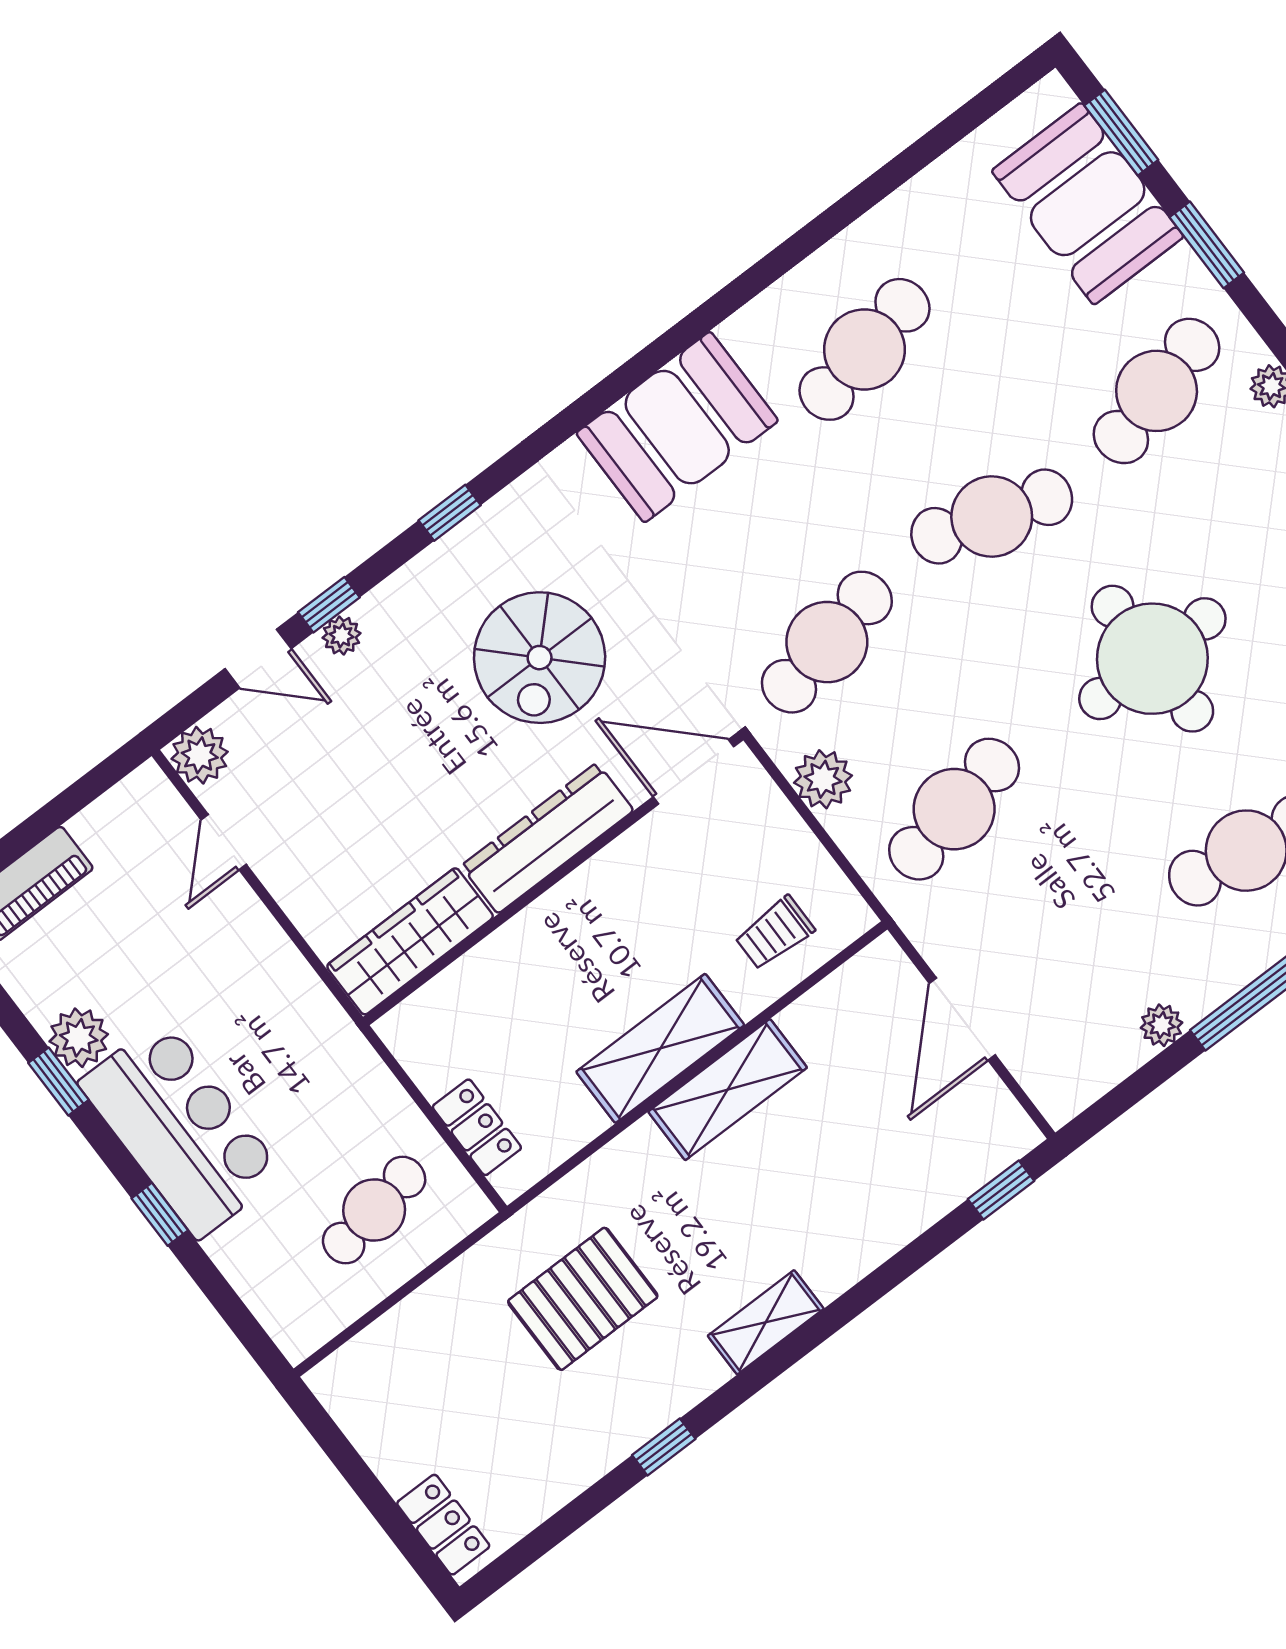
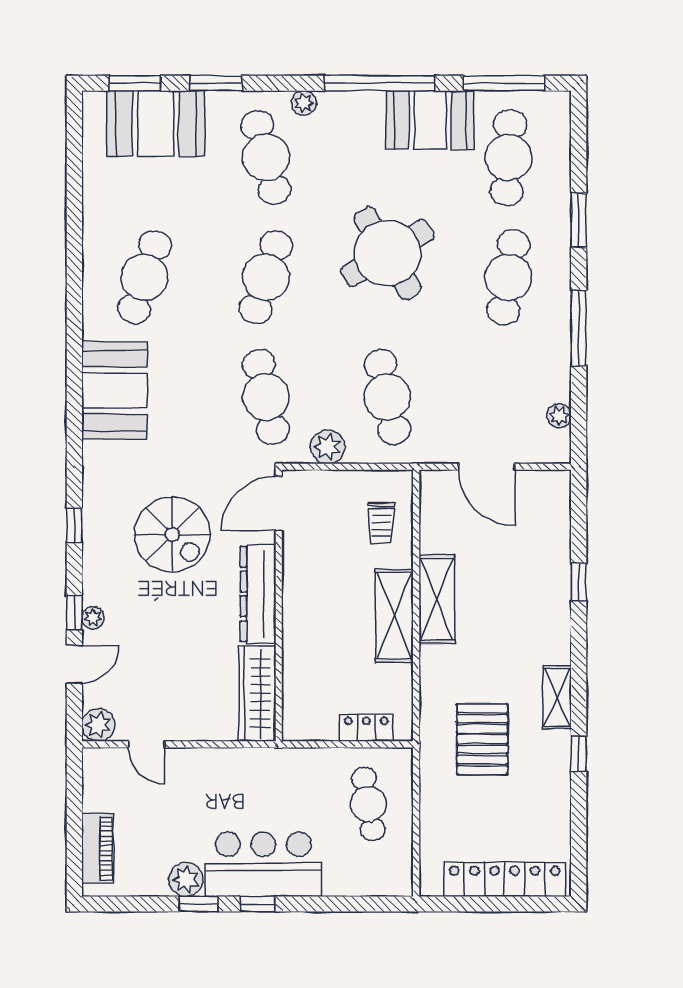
cafe table: (864, 349) -> (145, 277), turned 30
round table: (1152, 659) -> (387, 253), turned -31
plant: (1161, 1025) -> (559, 416), moved
window: (1001, 1190) -> (579, 582), moved
window: (160, 1214) -> (258, 904), moved
shelving: (766, 1322) -> (557, 697), moved
locker: (443, 1525) -> (505, 879), width x2.16, depth x1.21

